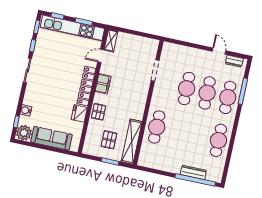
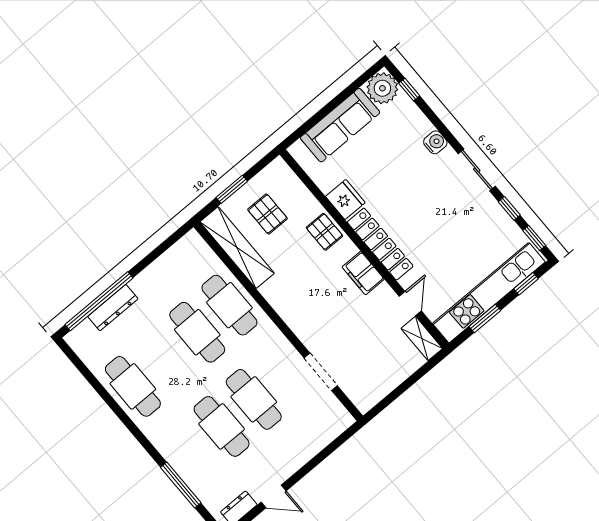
cafe table: (228, 97) -> (197, 332), moved
water cooler: (26, 110) -> (435, 142), moved

